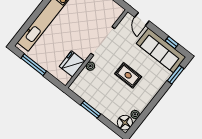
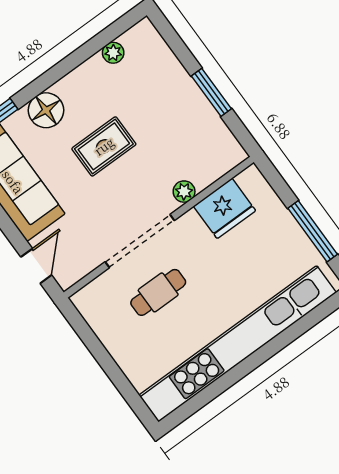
cafe table: (89, 22) -> (158, 292), added
rug: (128, 75) -> (104, 146), turned 90
floor lamp: (125, 123) -> (46, 110), moved

